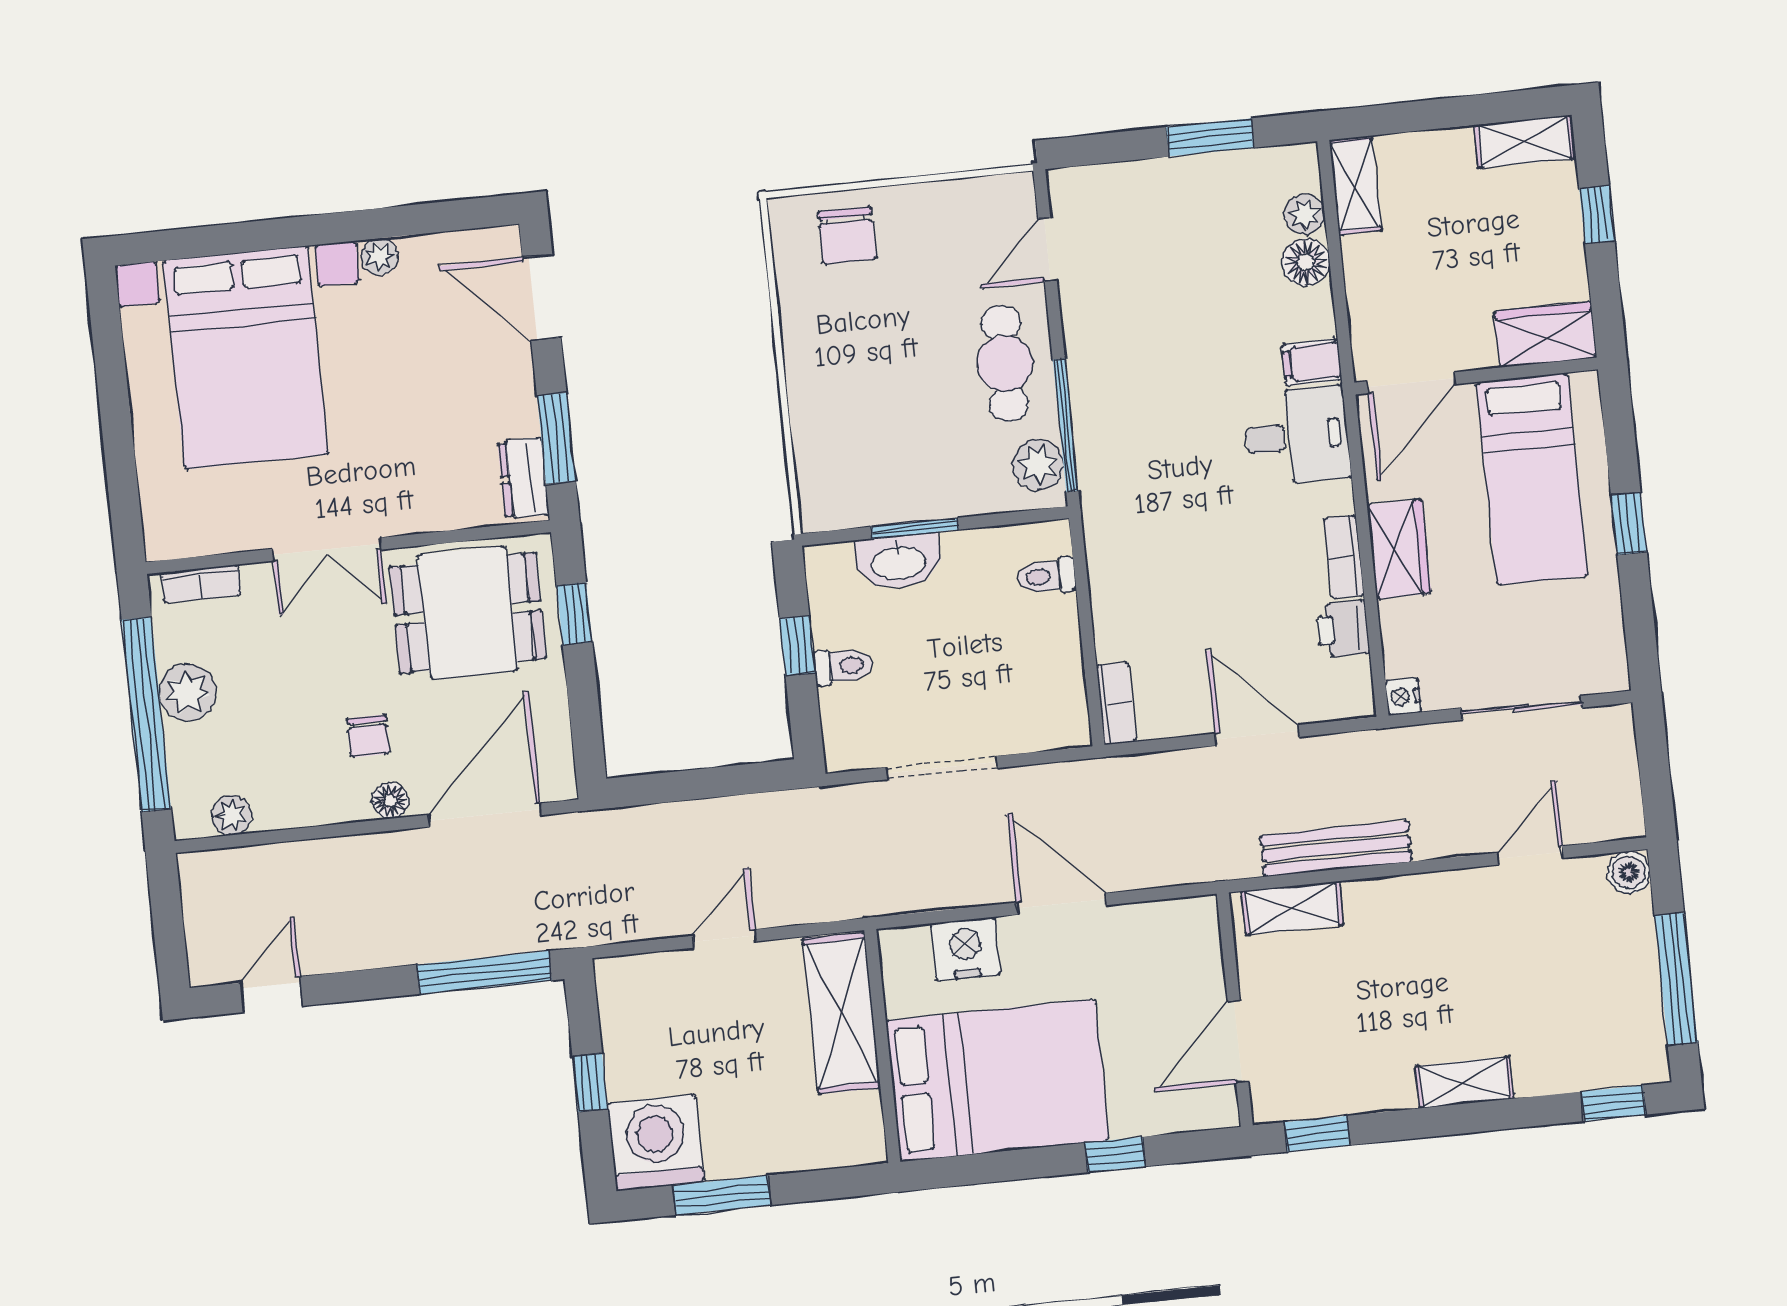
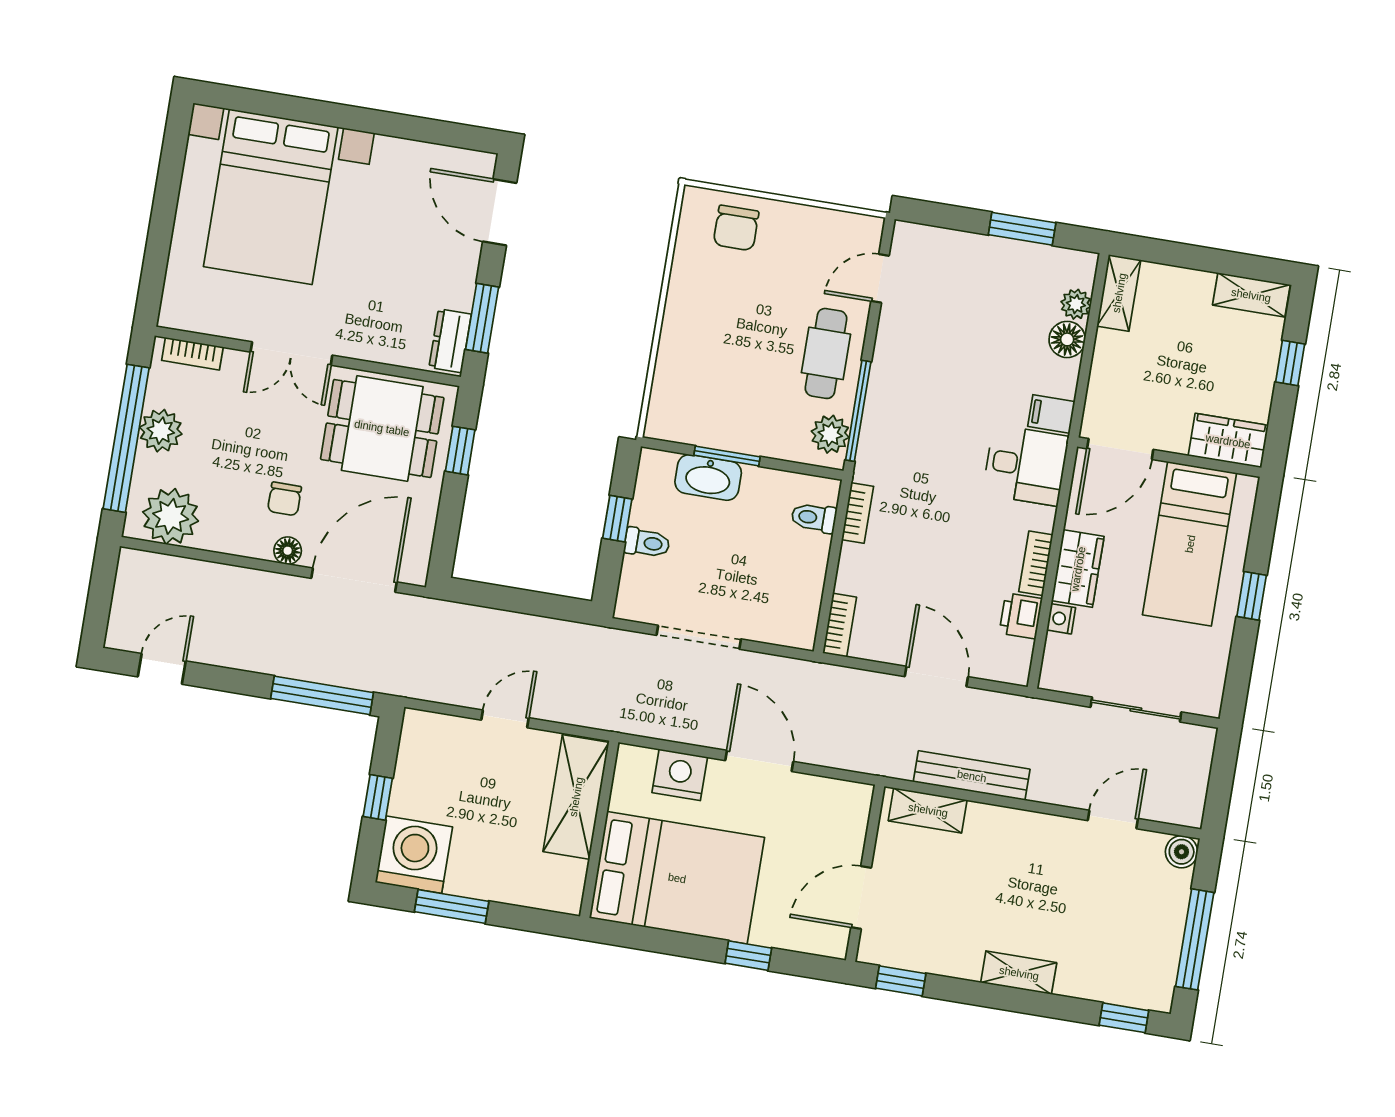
plant: (379, 257) -> (389, 150), removed
bookcase: (1100, 555) -> (858, 513), added
nightstand: (1403, 696) -> (1061, 619), moved
plant: (232, 815) -> (171, 516), width x1.88, depth x1.88

